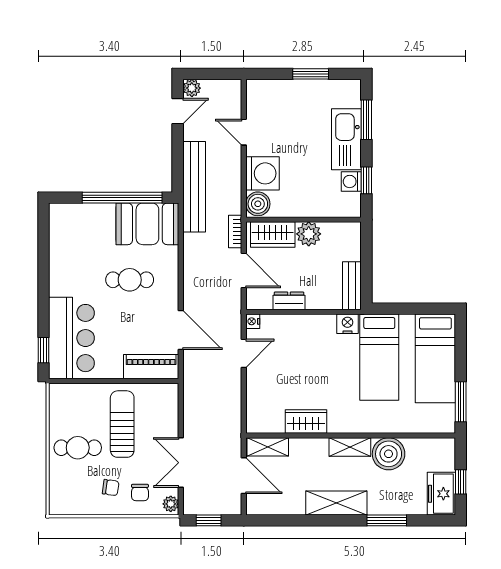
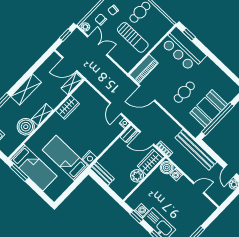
washing machine: (262, 173) -> (176, 175), width x0.53, depth x0.53
booth: (147, 224) -> (209, 109), moved
dresser: (289, 301) -> (129, 134), moved
bed: (435, 358) -> (33, 168), moved, turned 180

